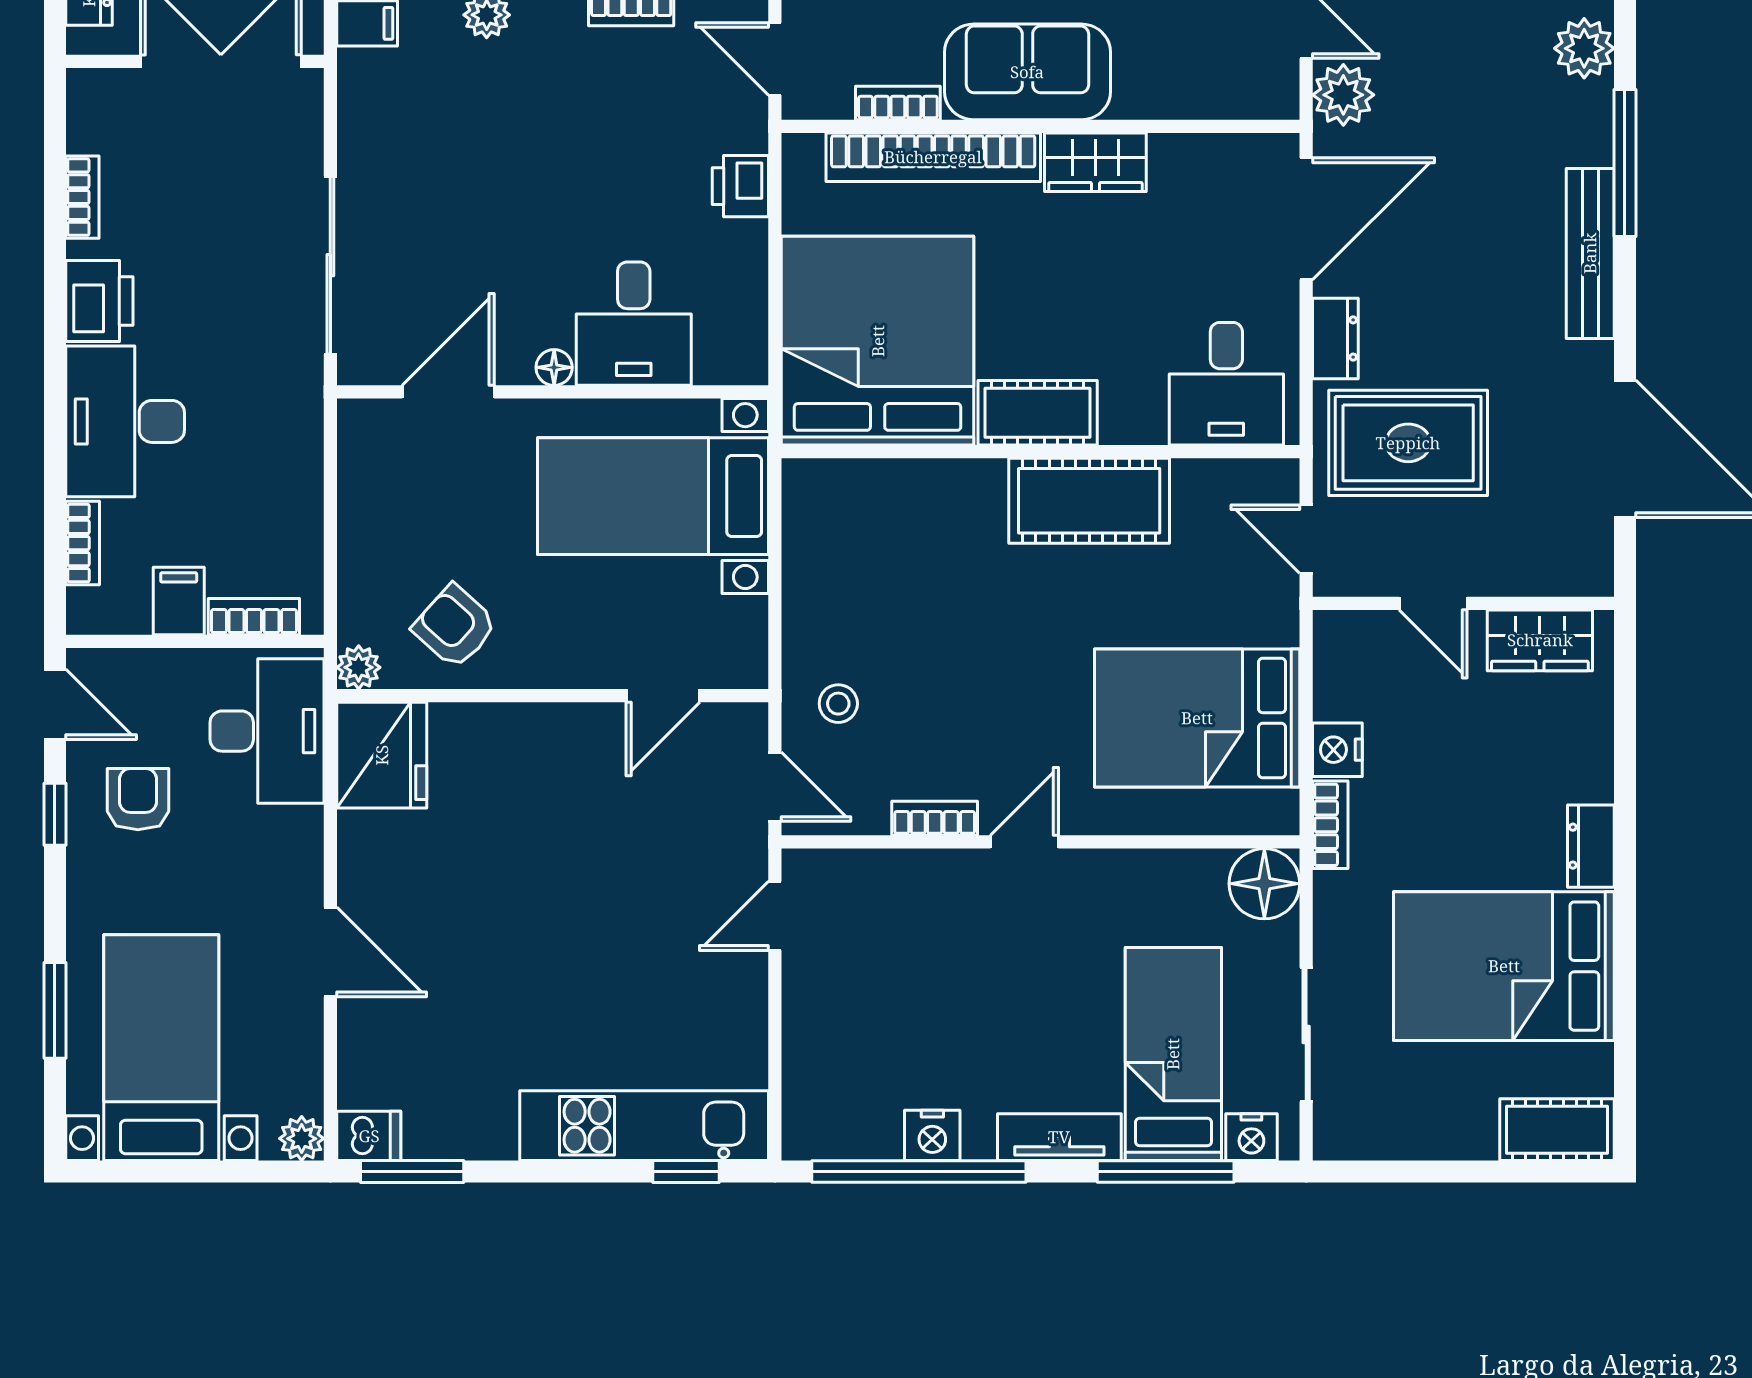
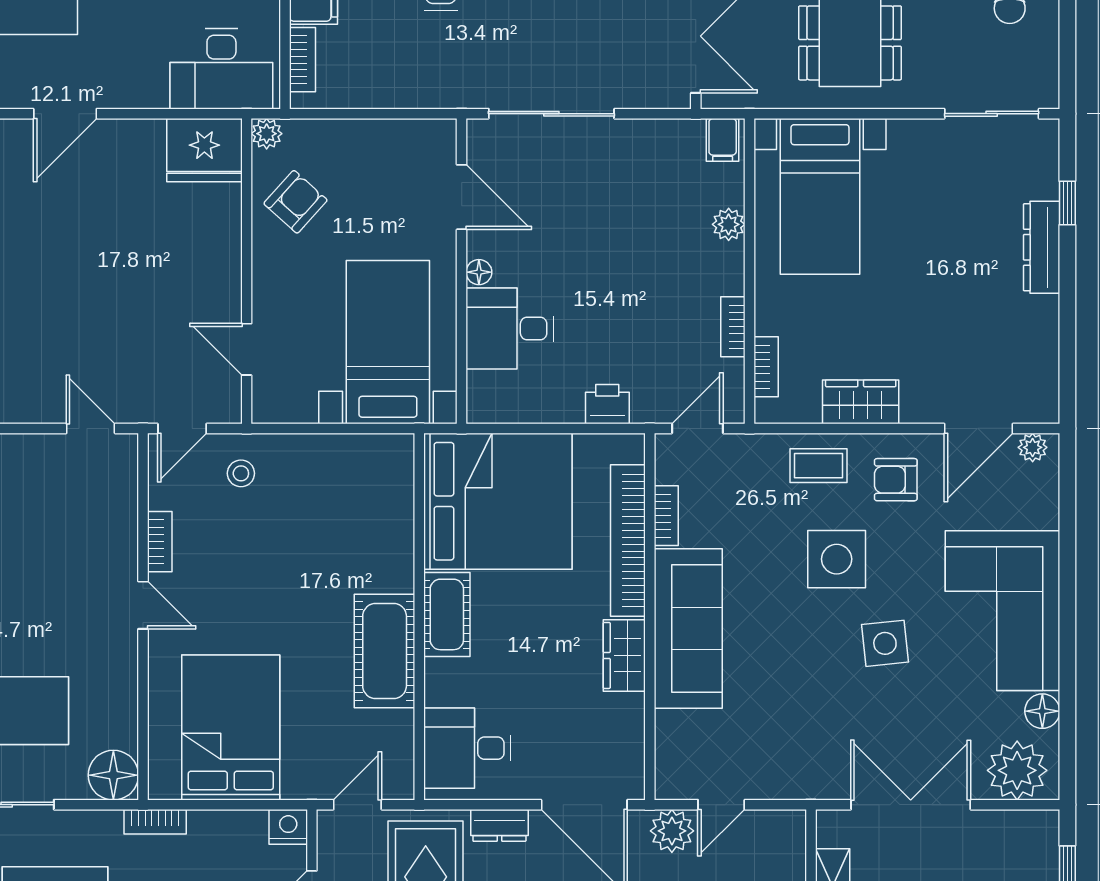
sofa: (1027, 72) -> (688, 629), width x1.36
nightstand: (1337, 750) -> (288, 827), moved

